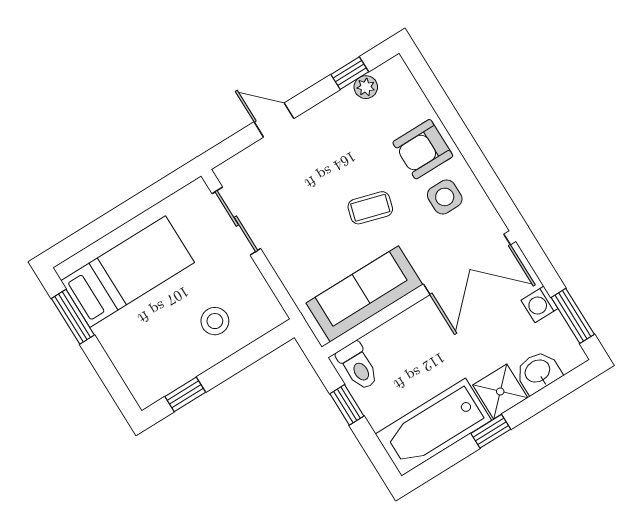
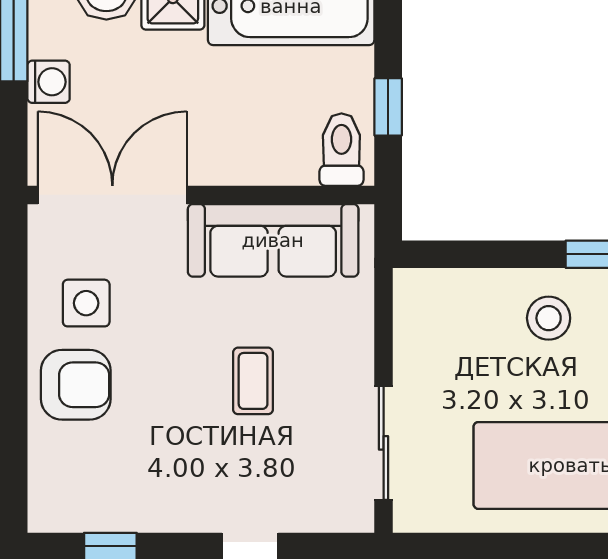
plant: (366, 87) -> (101, 515), removed
coffee table: (370, 208) -> (253, 381), moved, turned 74
stool: (215, 321) -> (549, 318), moved

